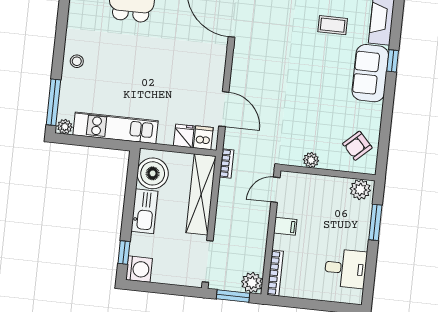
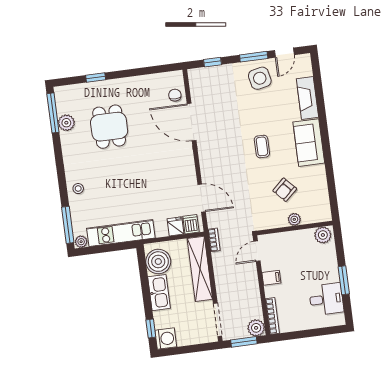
coffee table: (333, 25) -> (262, 146), moved, turned 90
window: (393, 61) -> (324, 129), removed
armchair: (357, 146) -> (285, 190), moved
plant: (311, 160) -> (294, 219), moved
window: (375, 222) -> (344, 280), moved

